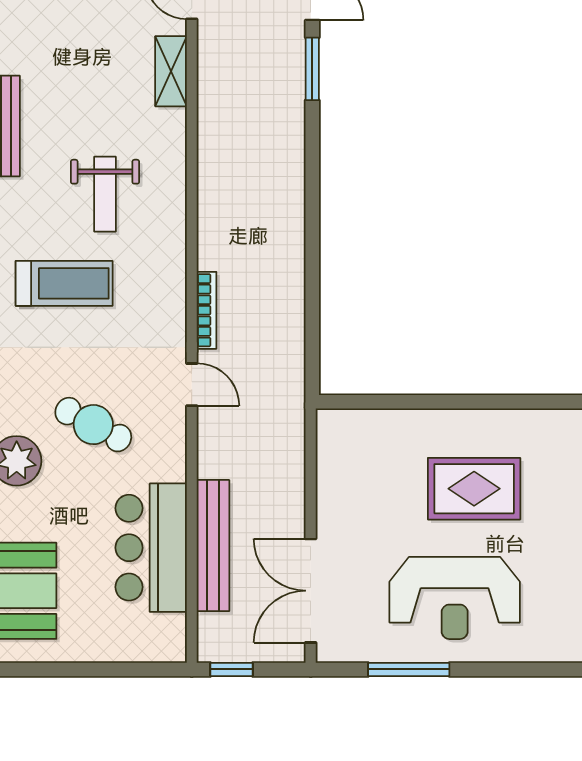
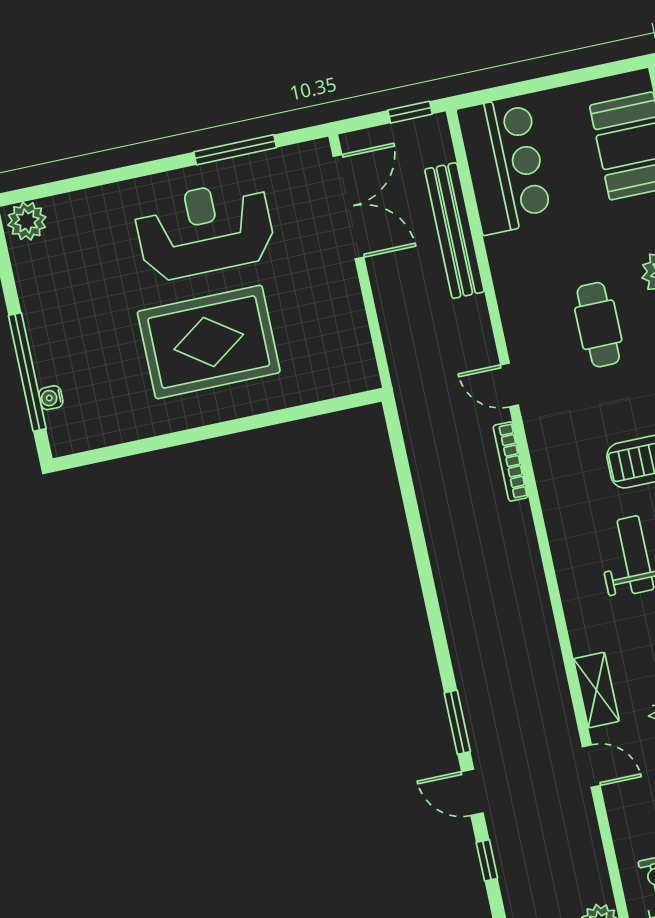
cafe table: (93, 425) -> (598, 325), turned 62
rug: (474, 489) -> (209, 342), width x1.37, depth x1.44
bar counter: (151, 548) -> (504, 165), moved

